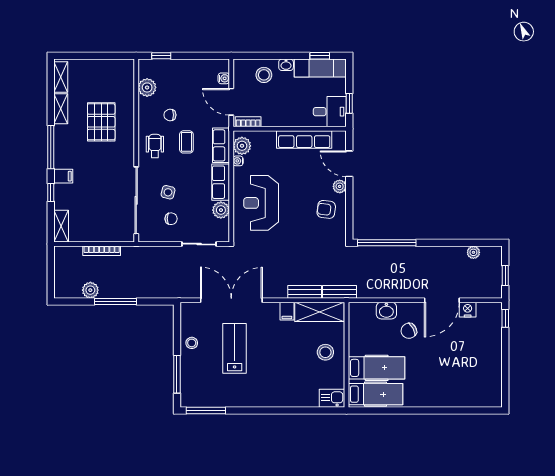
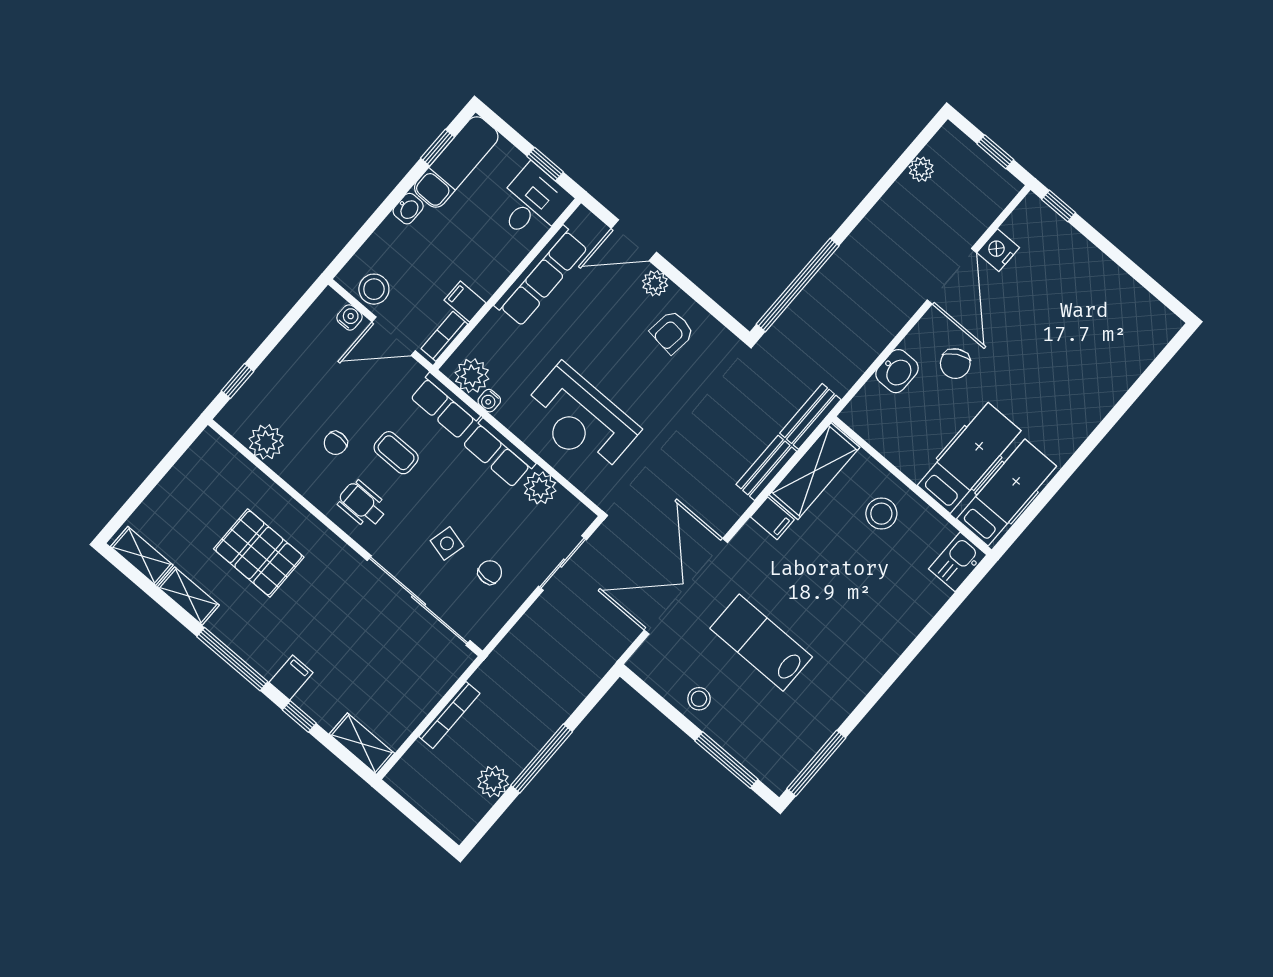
stool: (264, 75) -> (374, 289), moved
filing cabinet: (269, 118) -> (465, 302), added

